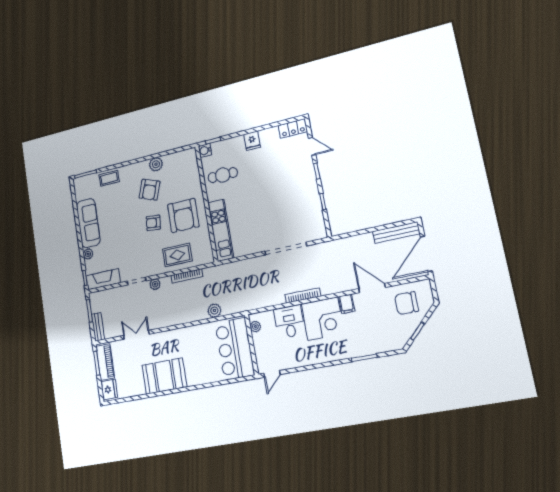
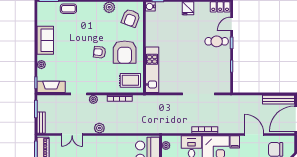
door: (312, 146) -> (232, 24), swing flipped
cafe table: (223, 175) -> (217, 41), moved
armchair: (150, 190) -> (131, 18), moved
sofa: (88, 223) -> (45, 40), width x0.73
rug: (177, 255) -> (130, 80), moved
plant: (214, 311) -> (99, 128), moved
double door: (136, 335) -> (72, 134), swing flipped

